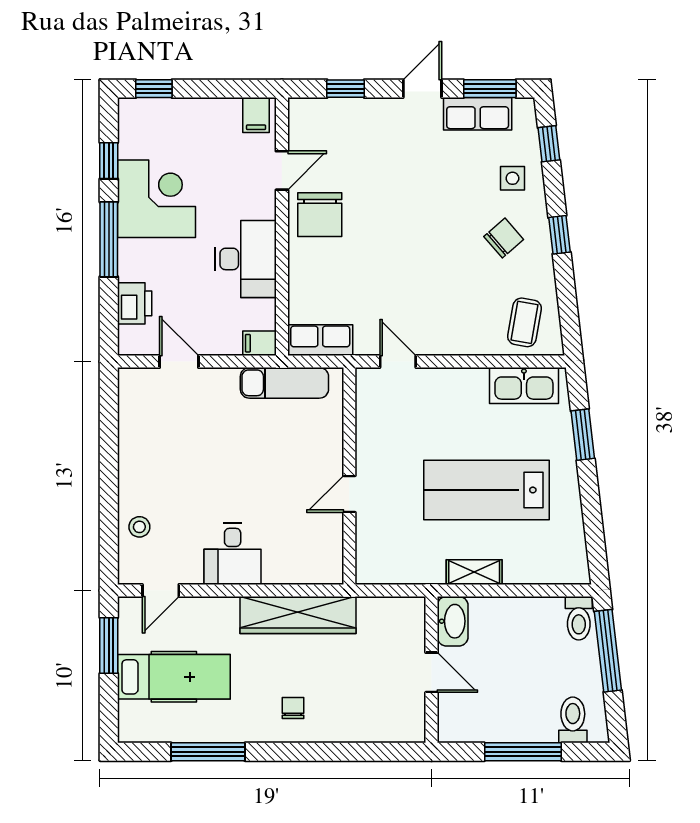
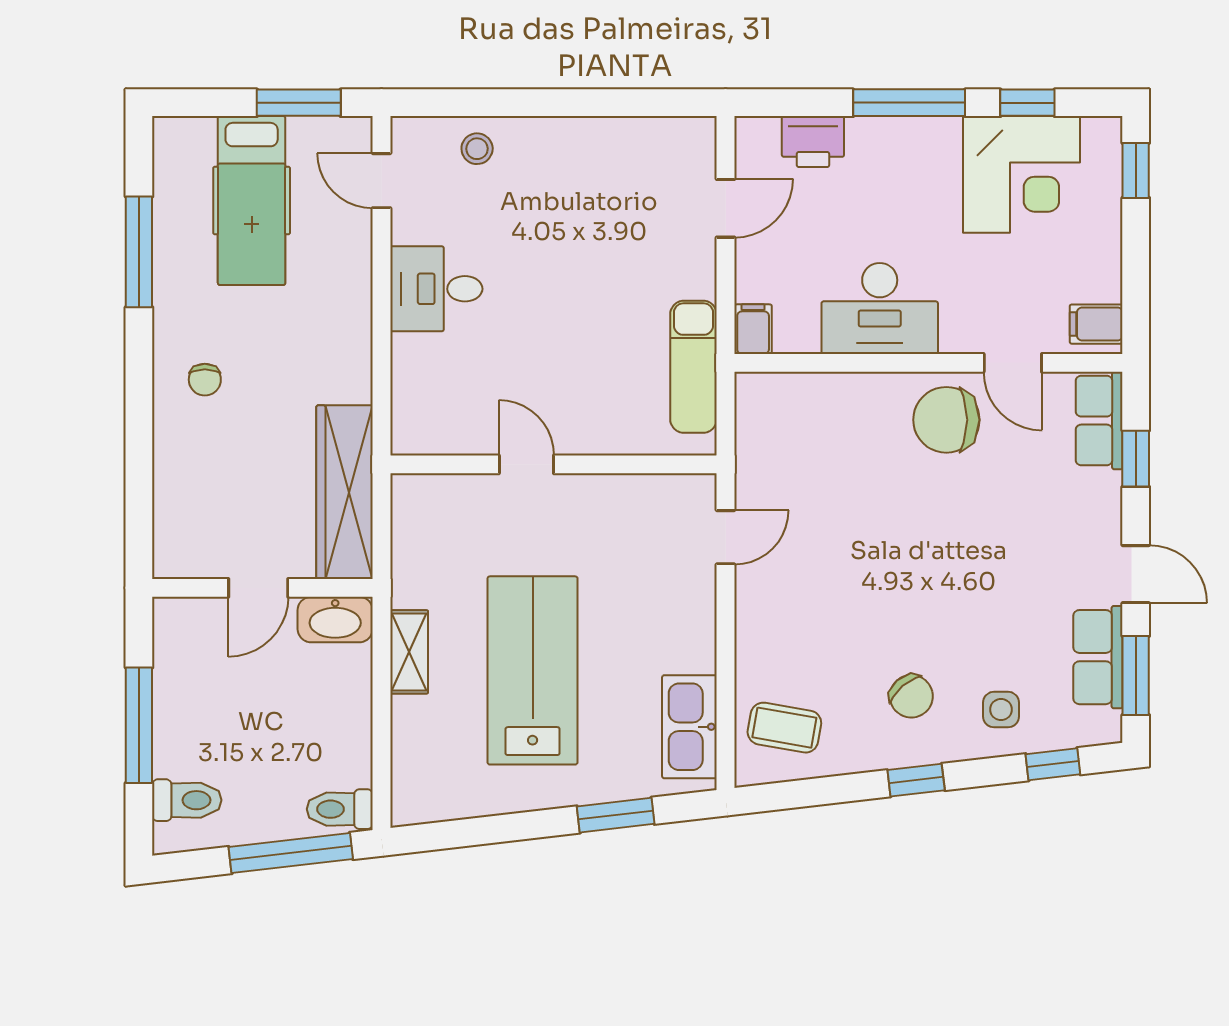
corner desk: (156, 199) -> (1022, 174), moved
row of seats: (320, 340) -> (1099, 421), moved, turned 180
wardrobe: (298, 615) -> (345, 492), moved
chair: (293, 708) -> (205, 380), turned 90

